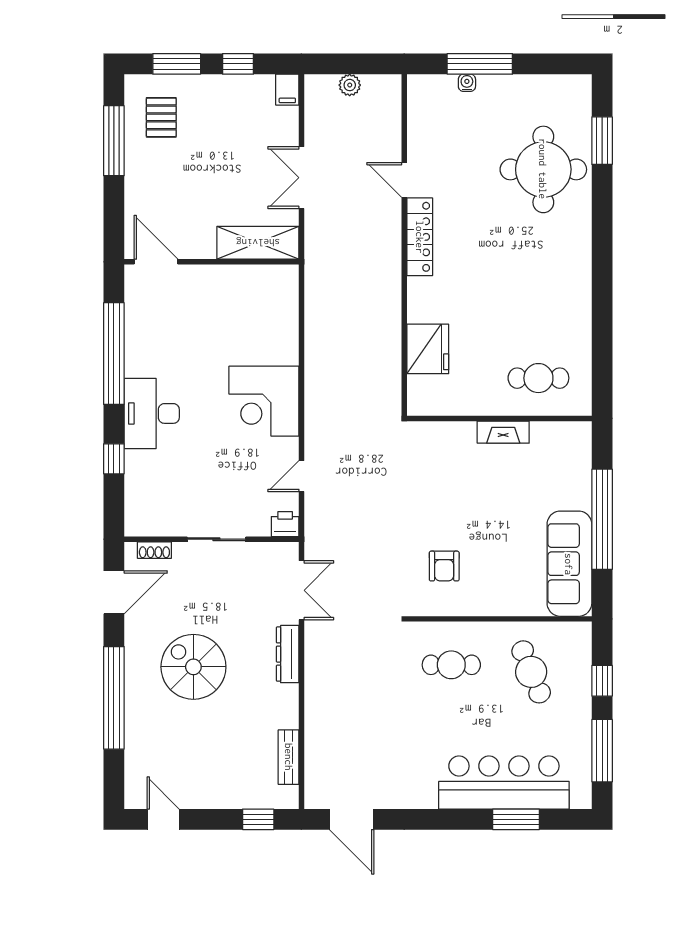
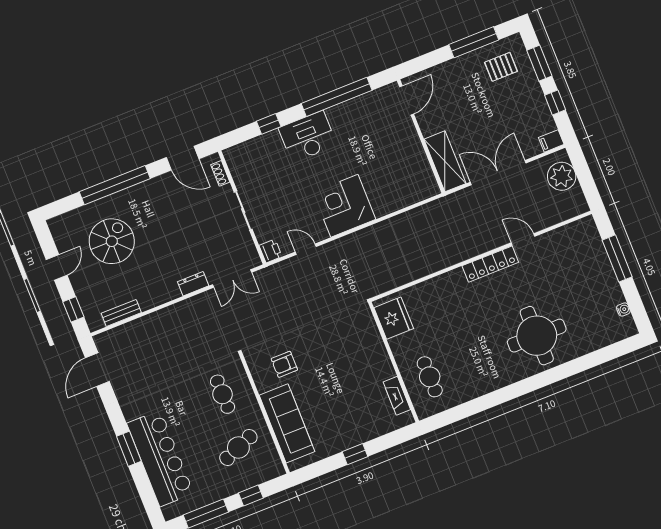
water cooler: (467, 83) -> (623, 309), moved
plant: (350, 85) -> (562, 176), width x1.88, depth x1.88
window: (602, 141) -> (599, 357), removed
round table: (543, 169) -> (537, 336), moved
double door: (301, 178) -> (498, 173), width x1.37
door: (404, 180) -> (523, 239), hinge flipped
fridge: (428, 349) -> (394, 318), moved, turned -90
fireplace: (503, 432) -> (397, 396), moved
window: (602, 519) -> (355, 454), width x0.32
sofa: (569, 564) -> (287, 423), moved, turned 90
dresser: (288, 654) -> (193, 284), width x0.70
spiral stairs: (193, 667) -> (112, 241), moved
door: (163, 819) -> (57, 267), moved
window: (516, 819) -> (129, 449), moved

